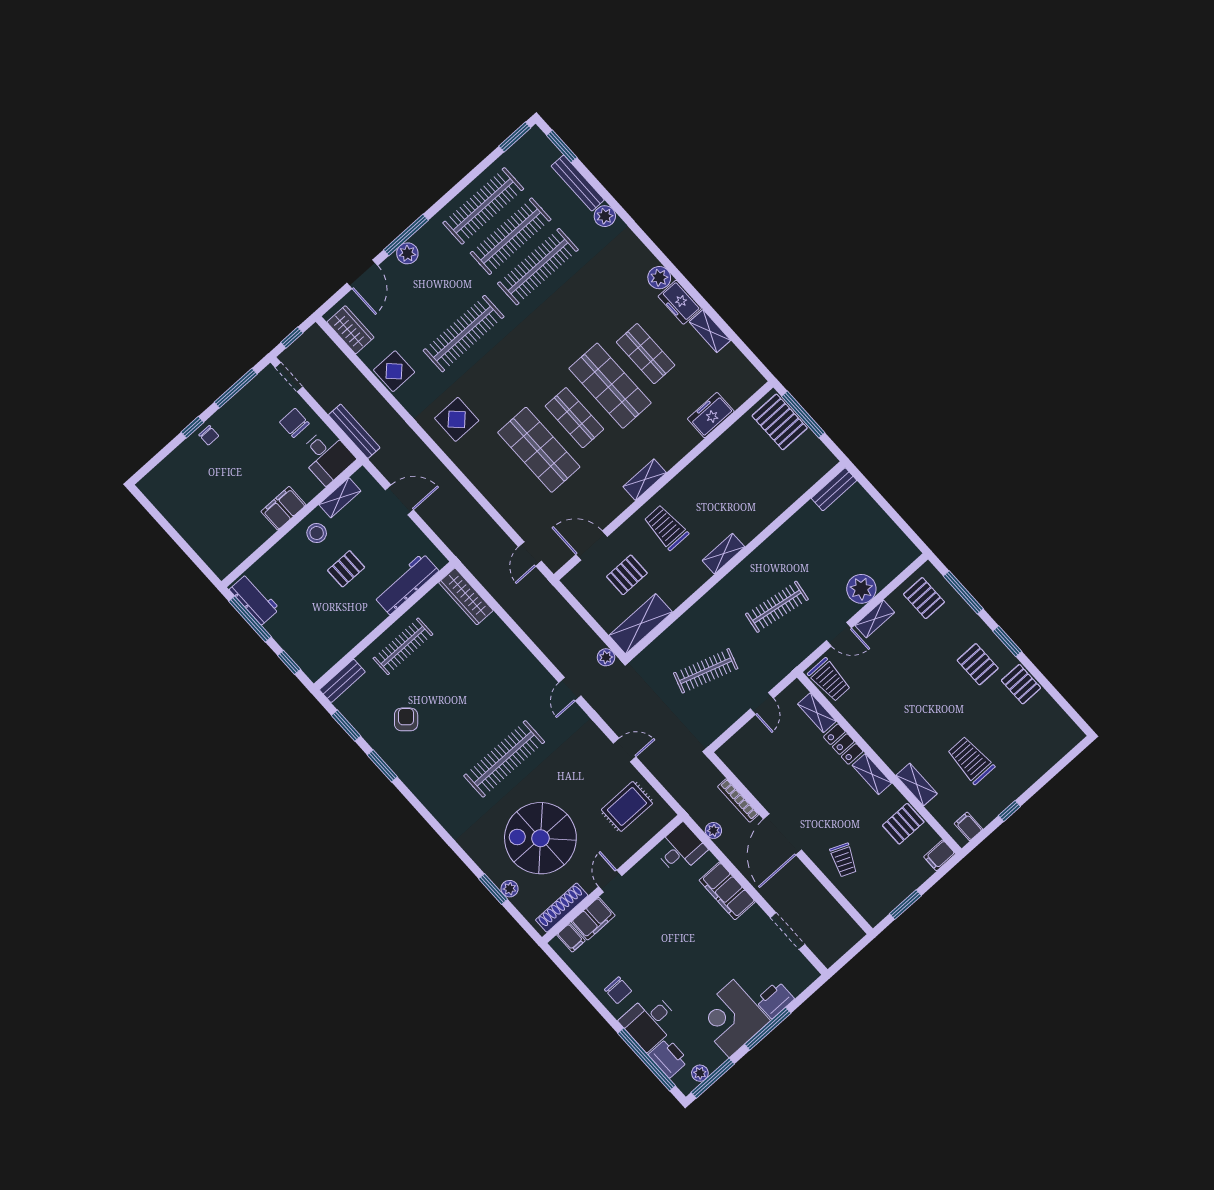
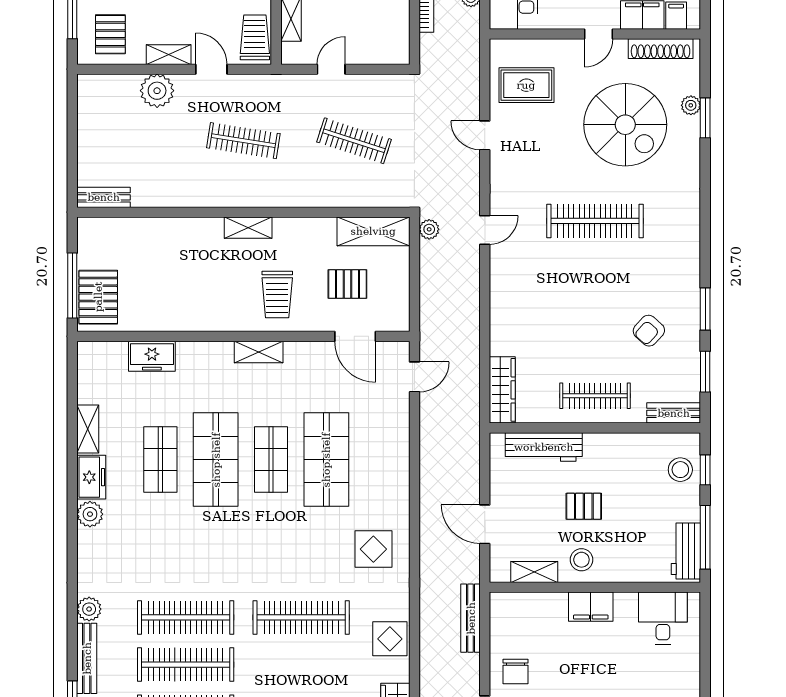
desk: (326, 456) -> (663, 618), moved
stool: (305, 648) -> (680, 470), added

